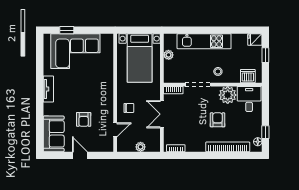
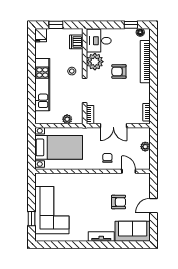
plant: (169, 55) -> (67, 119), moved
tv unit: (48, 89) -> (101, 236), moved

